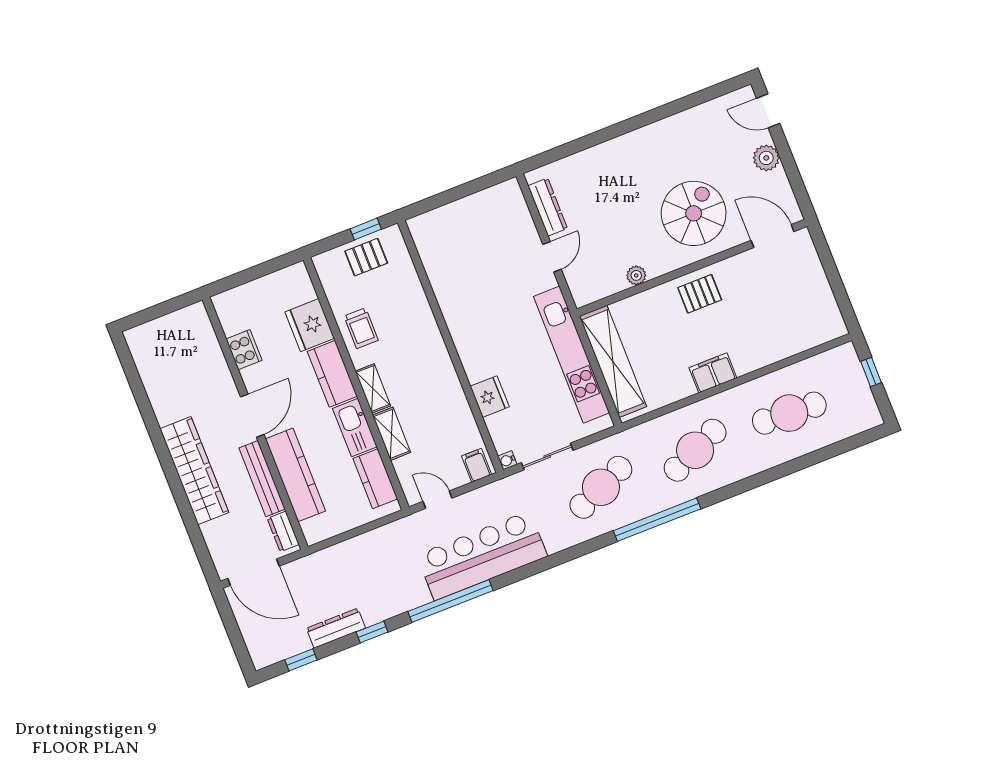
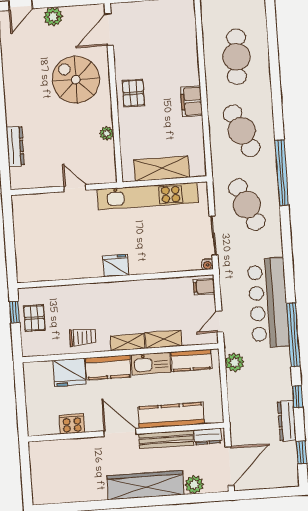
dresser: (548, 207) -> (15, 146), moved, turned 90
shelving: (613, 361) -> (162, 169), width x0.68
fridge: (490, 397) -> (116, 265), moved
plant: (215, 534) -> (194, 485), added
plant: (391, 536) -> (235, 362), added

